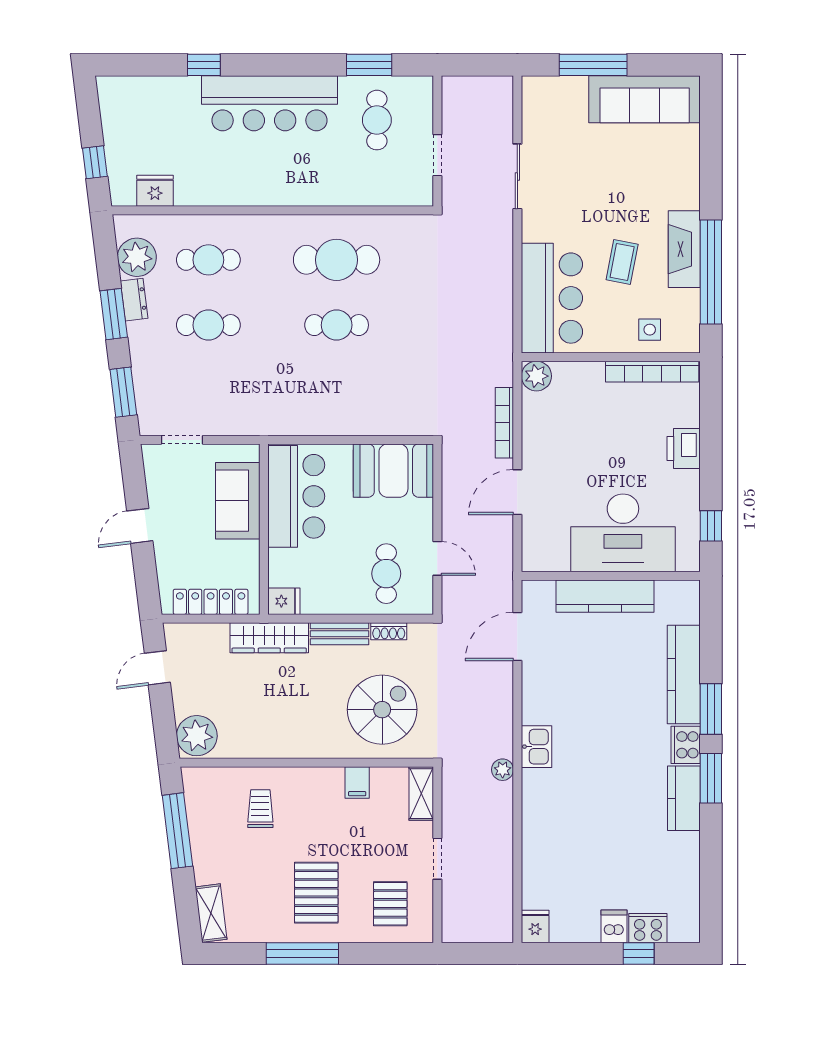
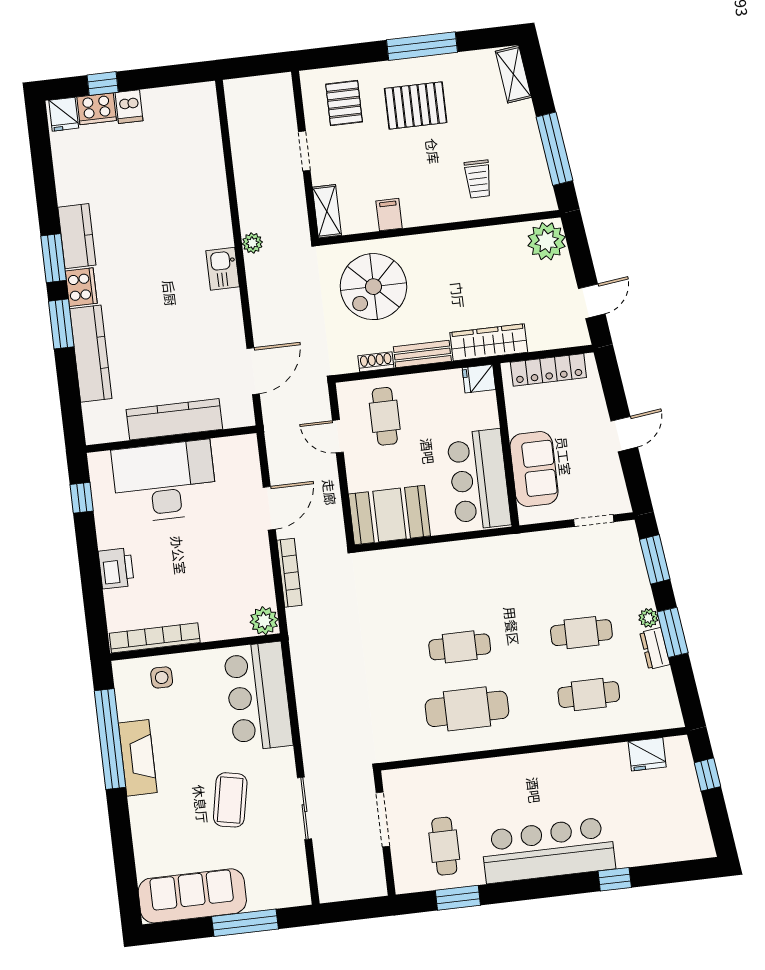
doorway: (437, 155) -> (383, 819), width x1.38
plant: (137, 257) -> (648, 618), moved, width x0.53, depth x0.53
coffee table: (622, 262) -> (230, 800), moved, width x1.36, depth x1.30
pallet: (316, 893) -> (416, 105), turned 90
fridge: (535, 926) -> (64, 114), moved

